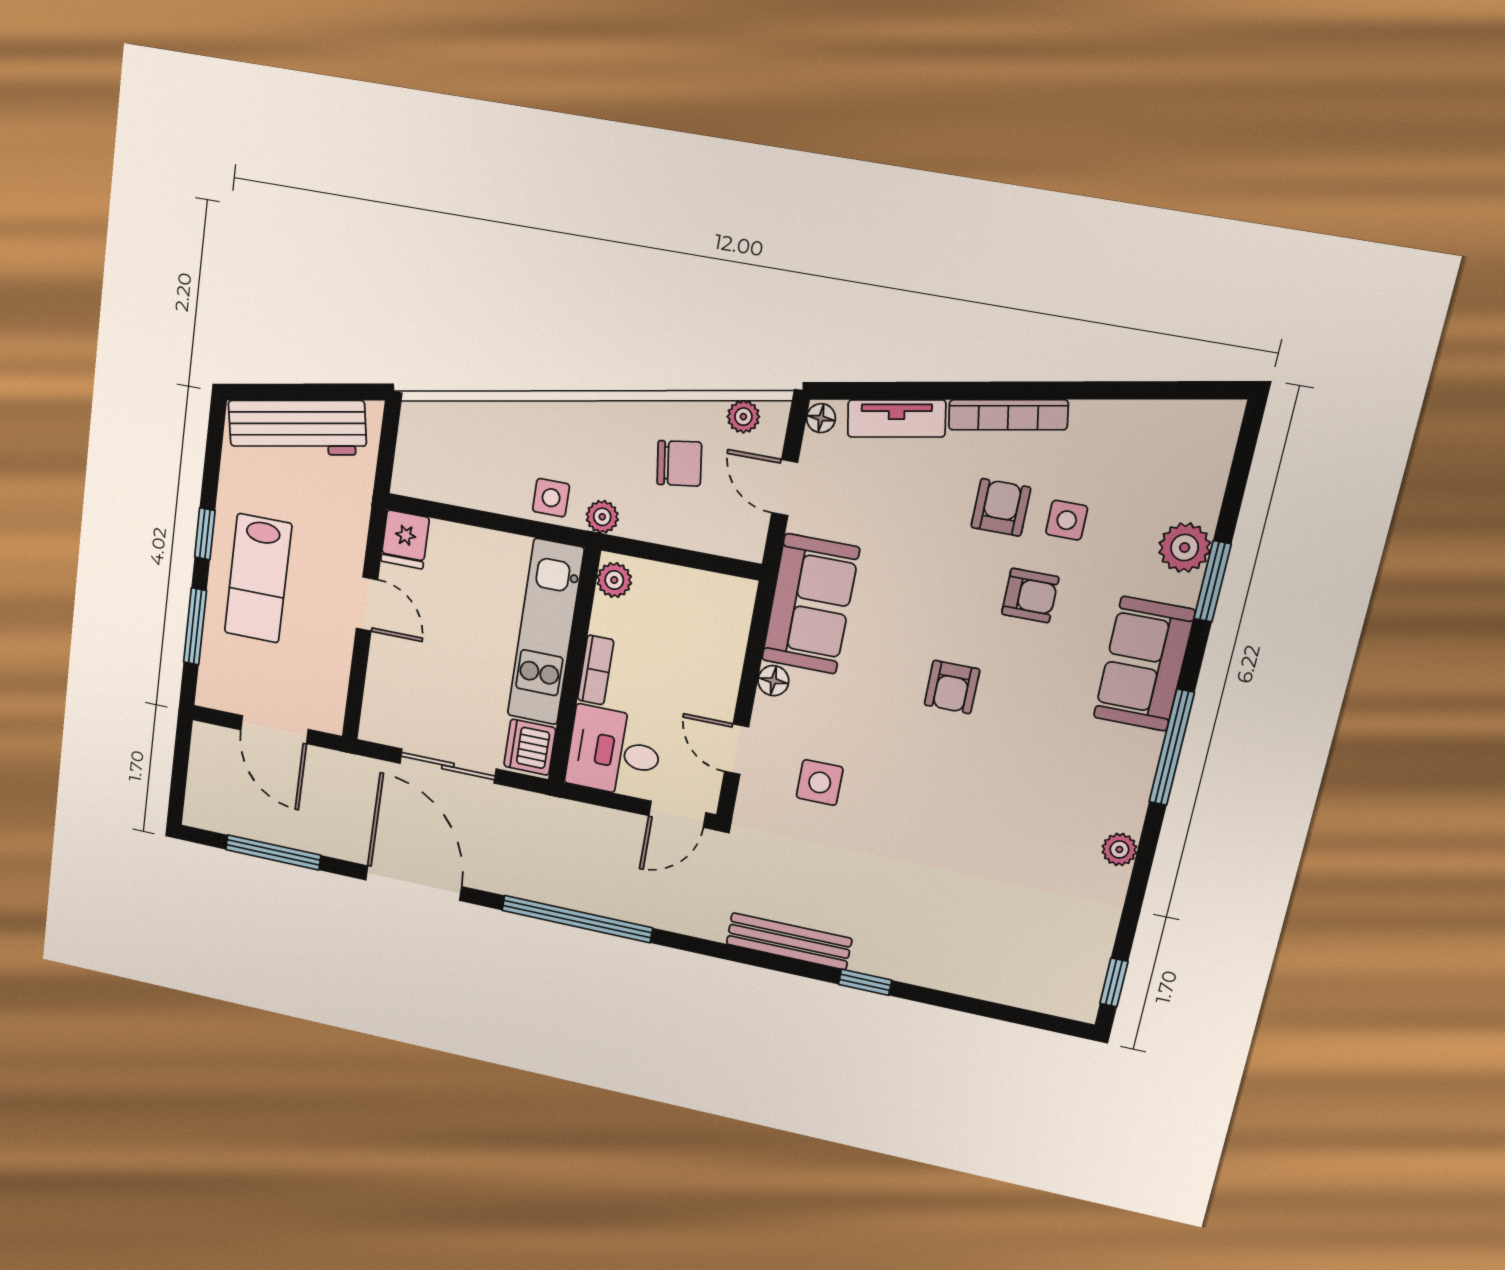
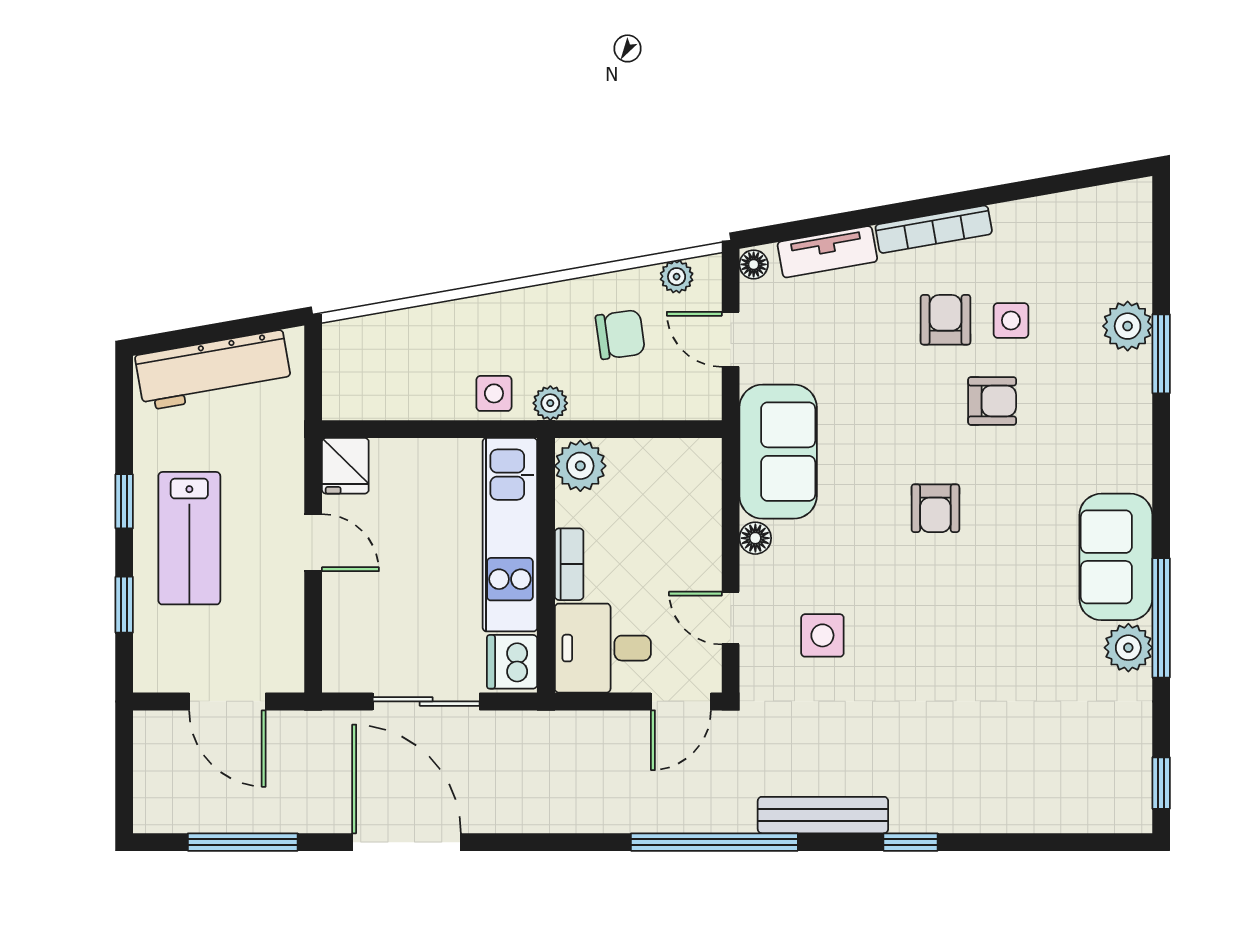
plant: (614, 580) -> (580, 466), width x1.38, depth x1.38
window: (195, 626) -> (124, 605), width x0.67
sofa: (1144, 664) -> (1116, 557), moved
window: (1172, 747) -> (1161, 618), moved
plant: (1119, 850) -> (1128, 648), width x1.38, depth x1.38
window: (577, 919) -> (714, 842), moved

